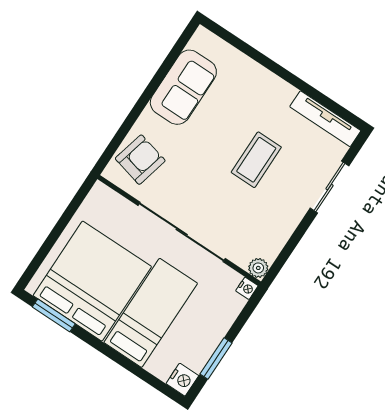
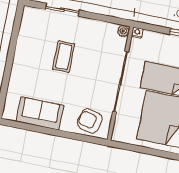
tv unit: (325, 119) -> (25, 28), removed
coffee table: (256, 160) -> (64, 57), turned 90

